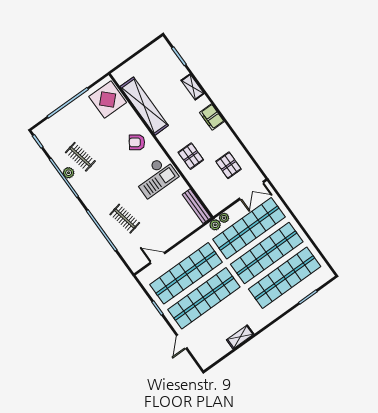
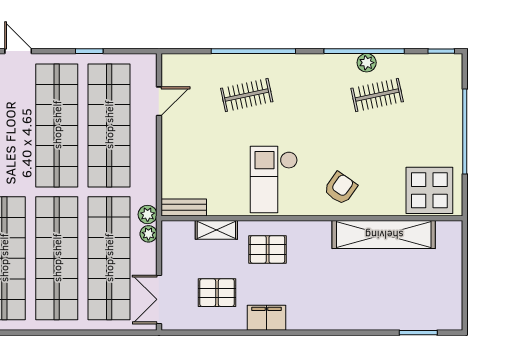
shelving: (193, 87) -> (216, 230), moved
filing cabinet: (212, 117) -> (266, 318), moved
bench: (197, 206) -> (184, 207), width x0.73

